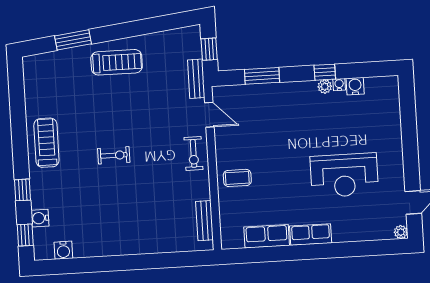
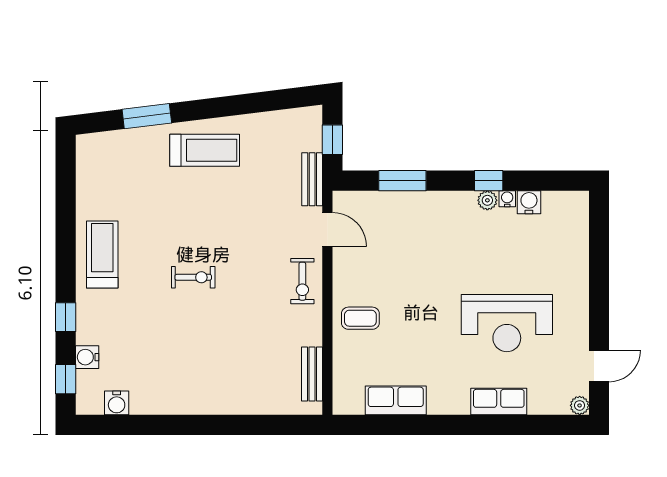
row of seats: (311, 235) -> (499, 402), moved

